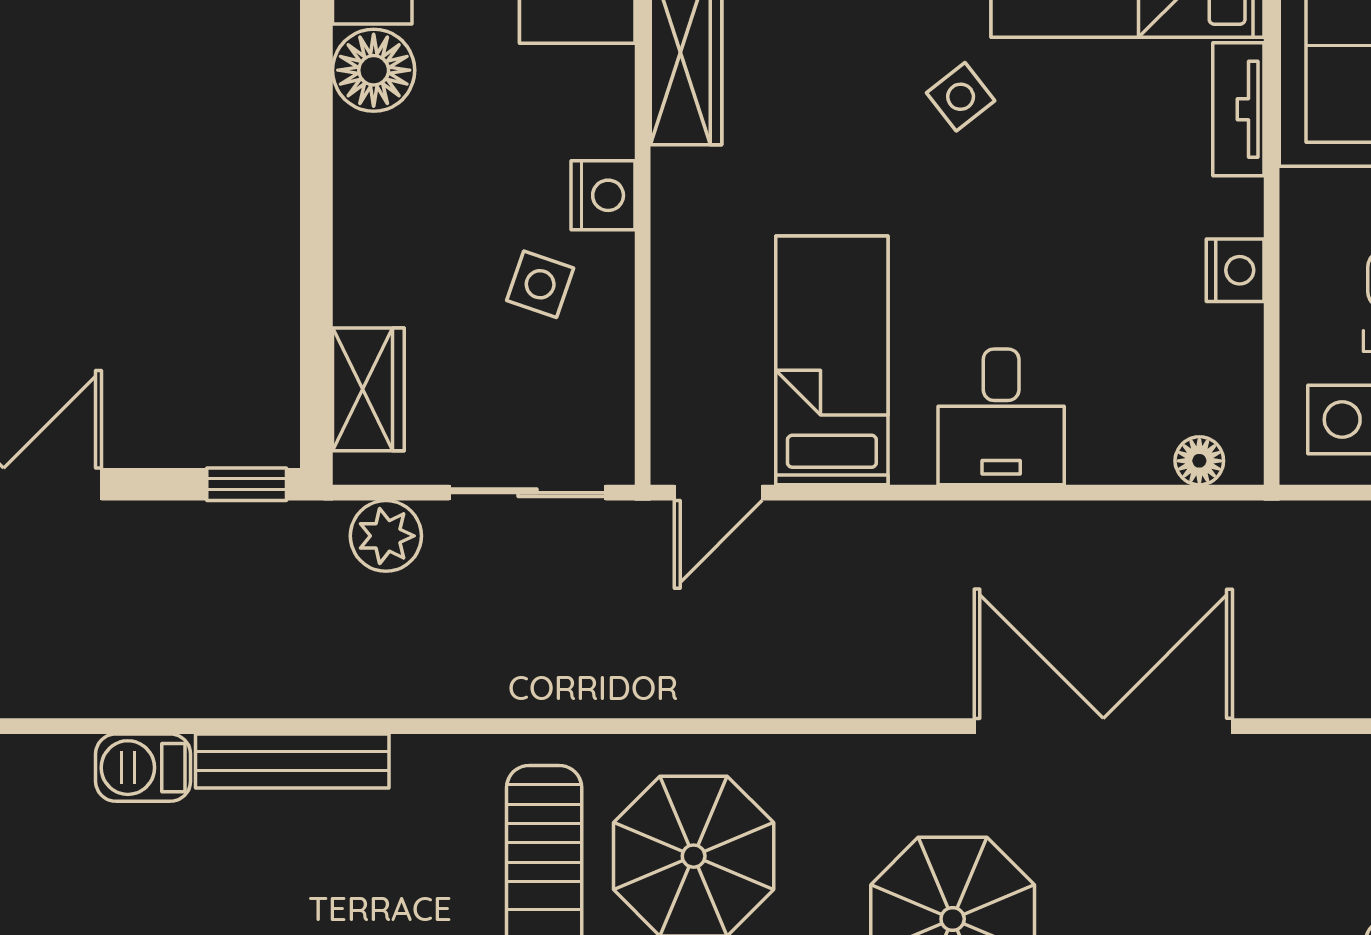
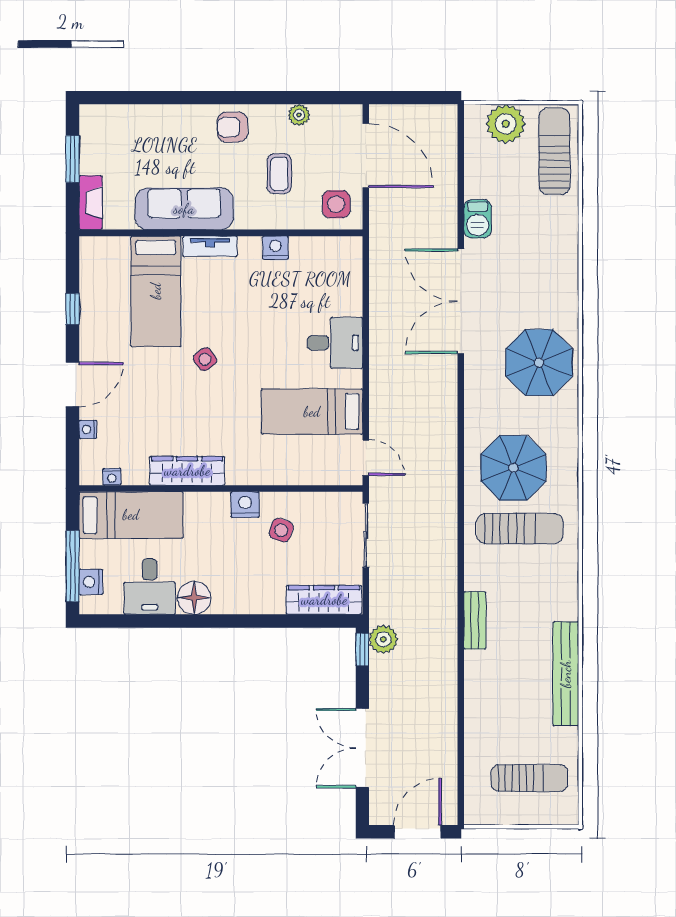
wardrobe: (368, 389) -> (324, 600), width x1.50
floor lamp: (1199, 461) -> (353, 262), removed
plant: (386, 536) -> (383, 639), moved
bench: (292, 761) -> (475, 620), width x0.73
barbecue: (143, 768) -> (478, 219), moved

